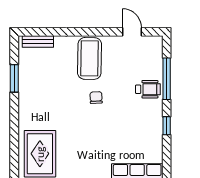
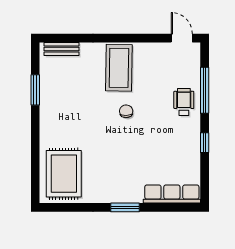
door: (132, 32) -> (182, 38), moved
wheelchair: (148, 89) -> (184, 102), turned -90

